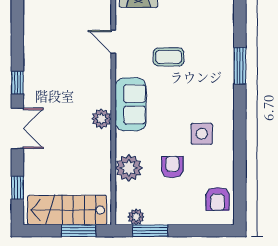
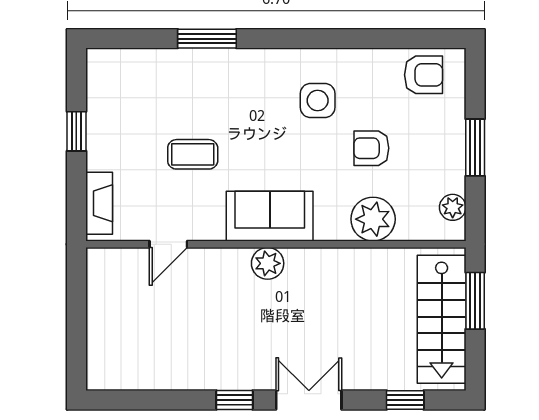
coffee table: (169, 57) -> (193, 154), turned 90
plant: (101, 119) -> (268, 263), moved
window: (150, 231) -> (475, 148), moved

